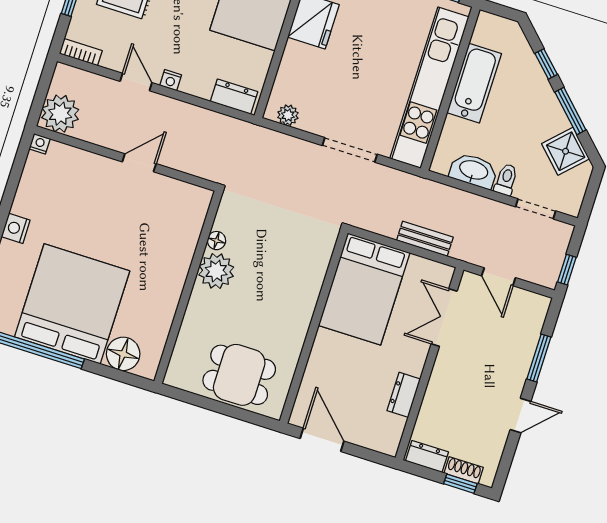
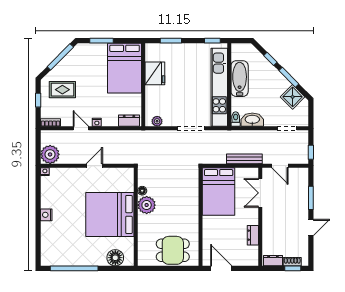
toilet: (506, 180) -> (236, 119), moved
bench: (425, 239) -> (244, 159), width x1.36
bed: (72, 304) -> (110, 214), moved, turned -90

